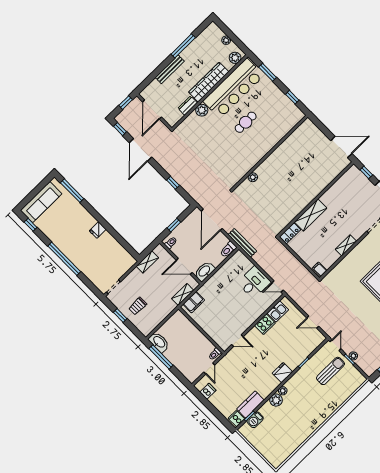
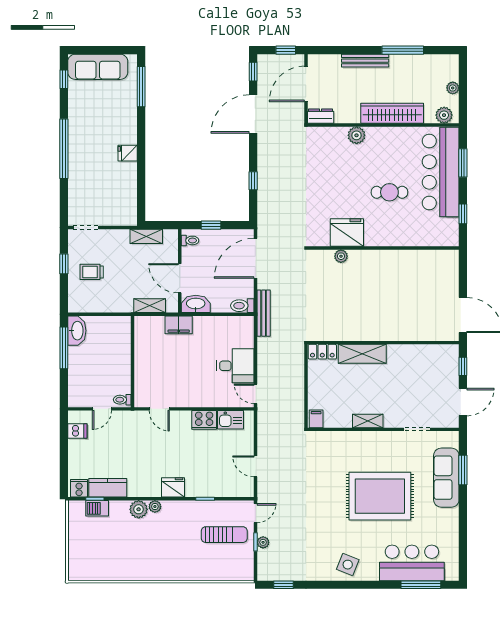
bar counter: (233, 88) -> (441, 172), moved, turned 90
dresser: (188, 106) -> (321, 116), moved
fridge: (244, 163) -> (347, 233), added
filing cabinet: (194, 302) -> (179, 325), moved

